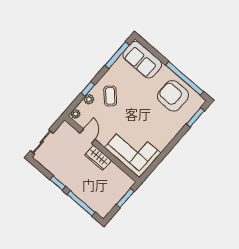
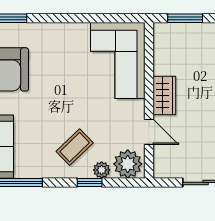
plant: (76, 114) -> (128, 164), width x1.88, depth x1.88
door: (88, 136) -> (149, 132), swing flipped

